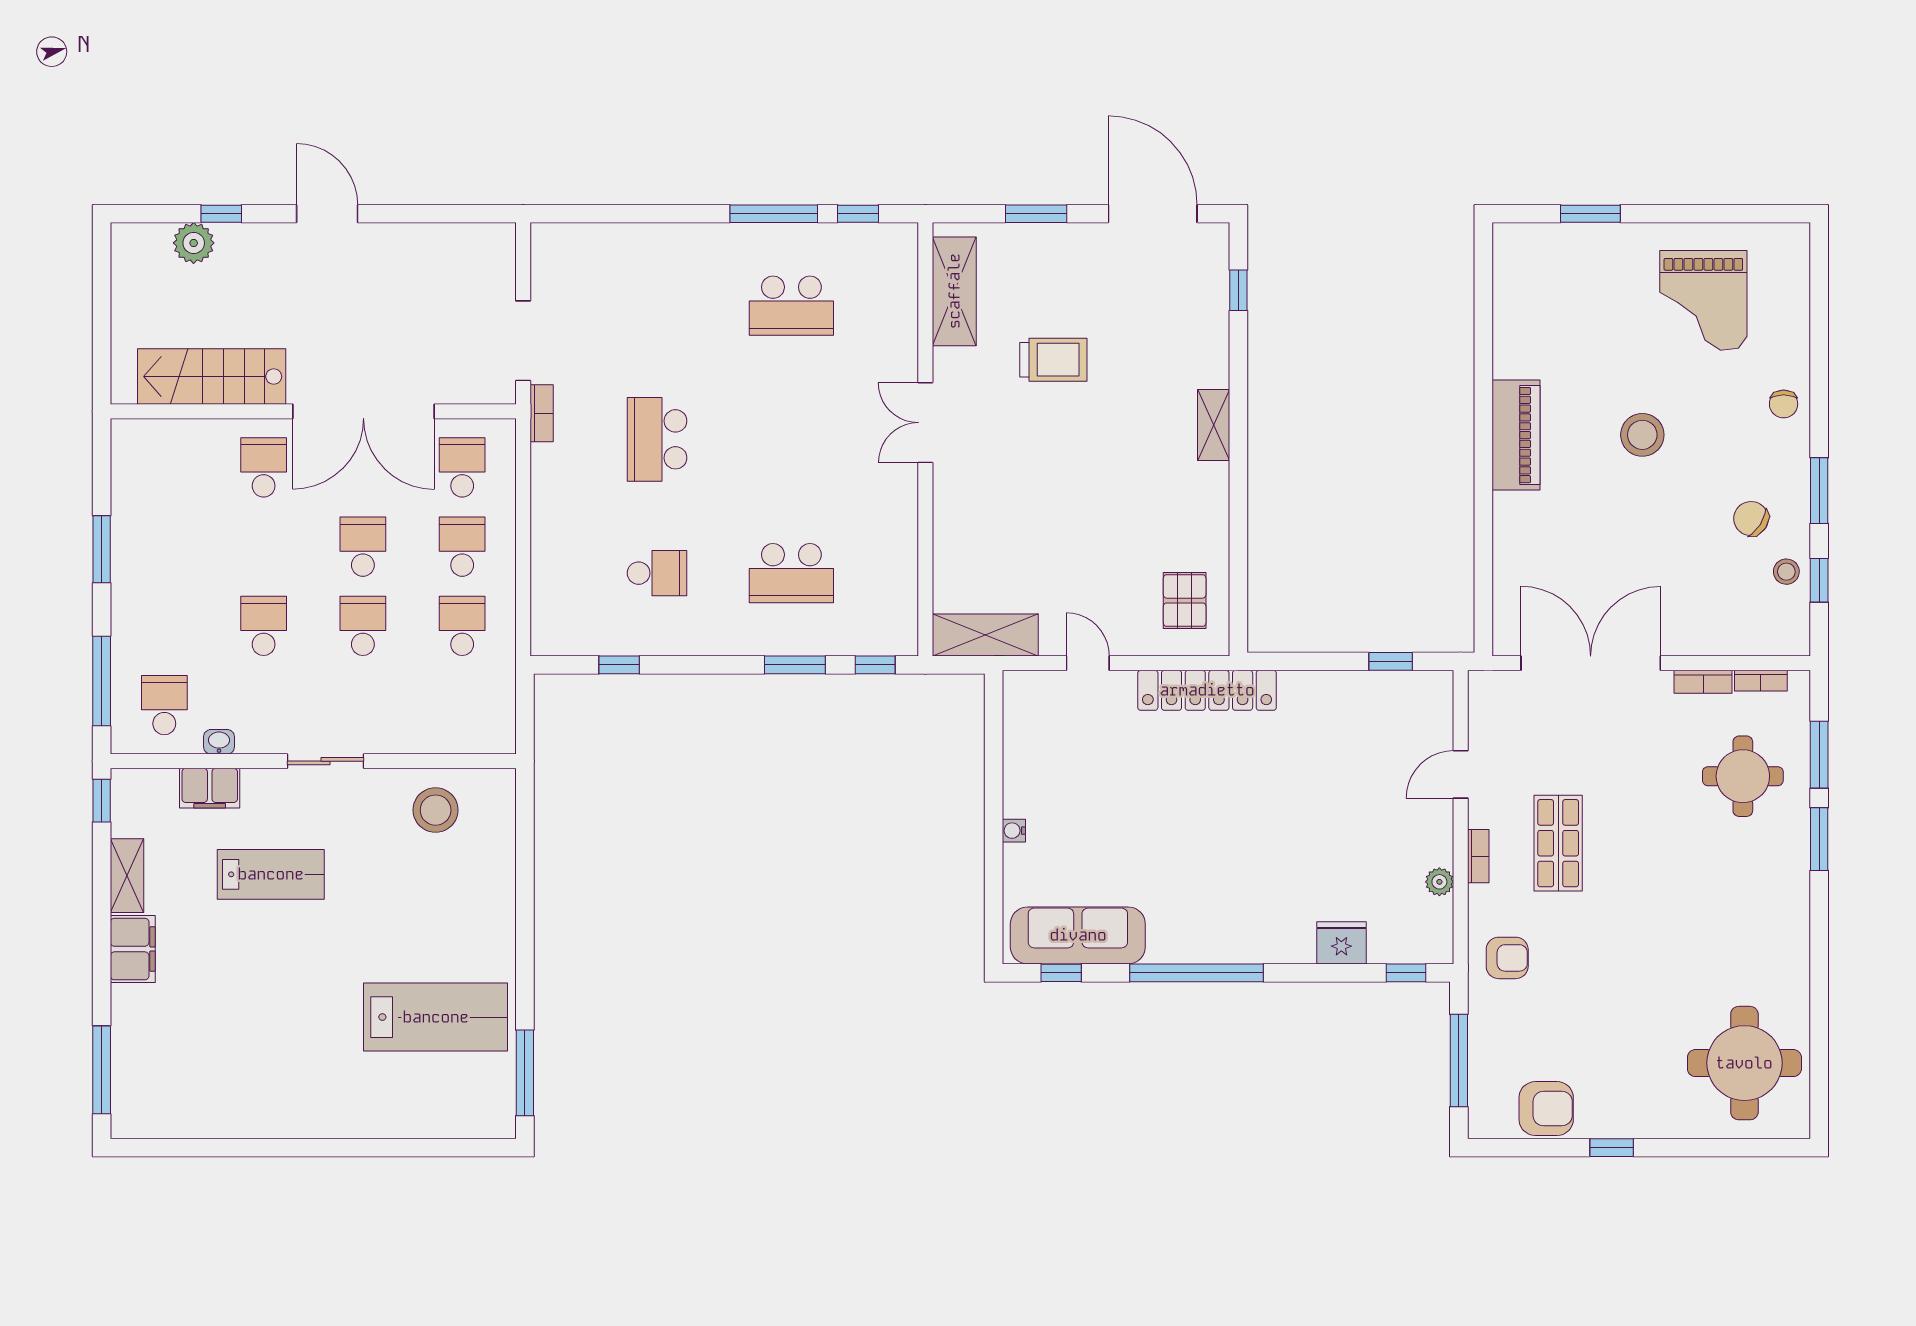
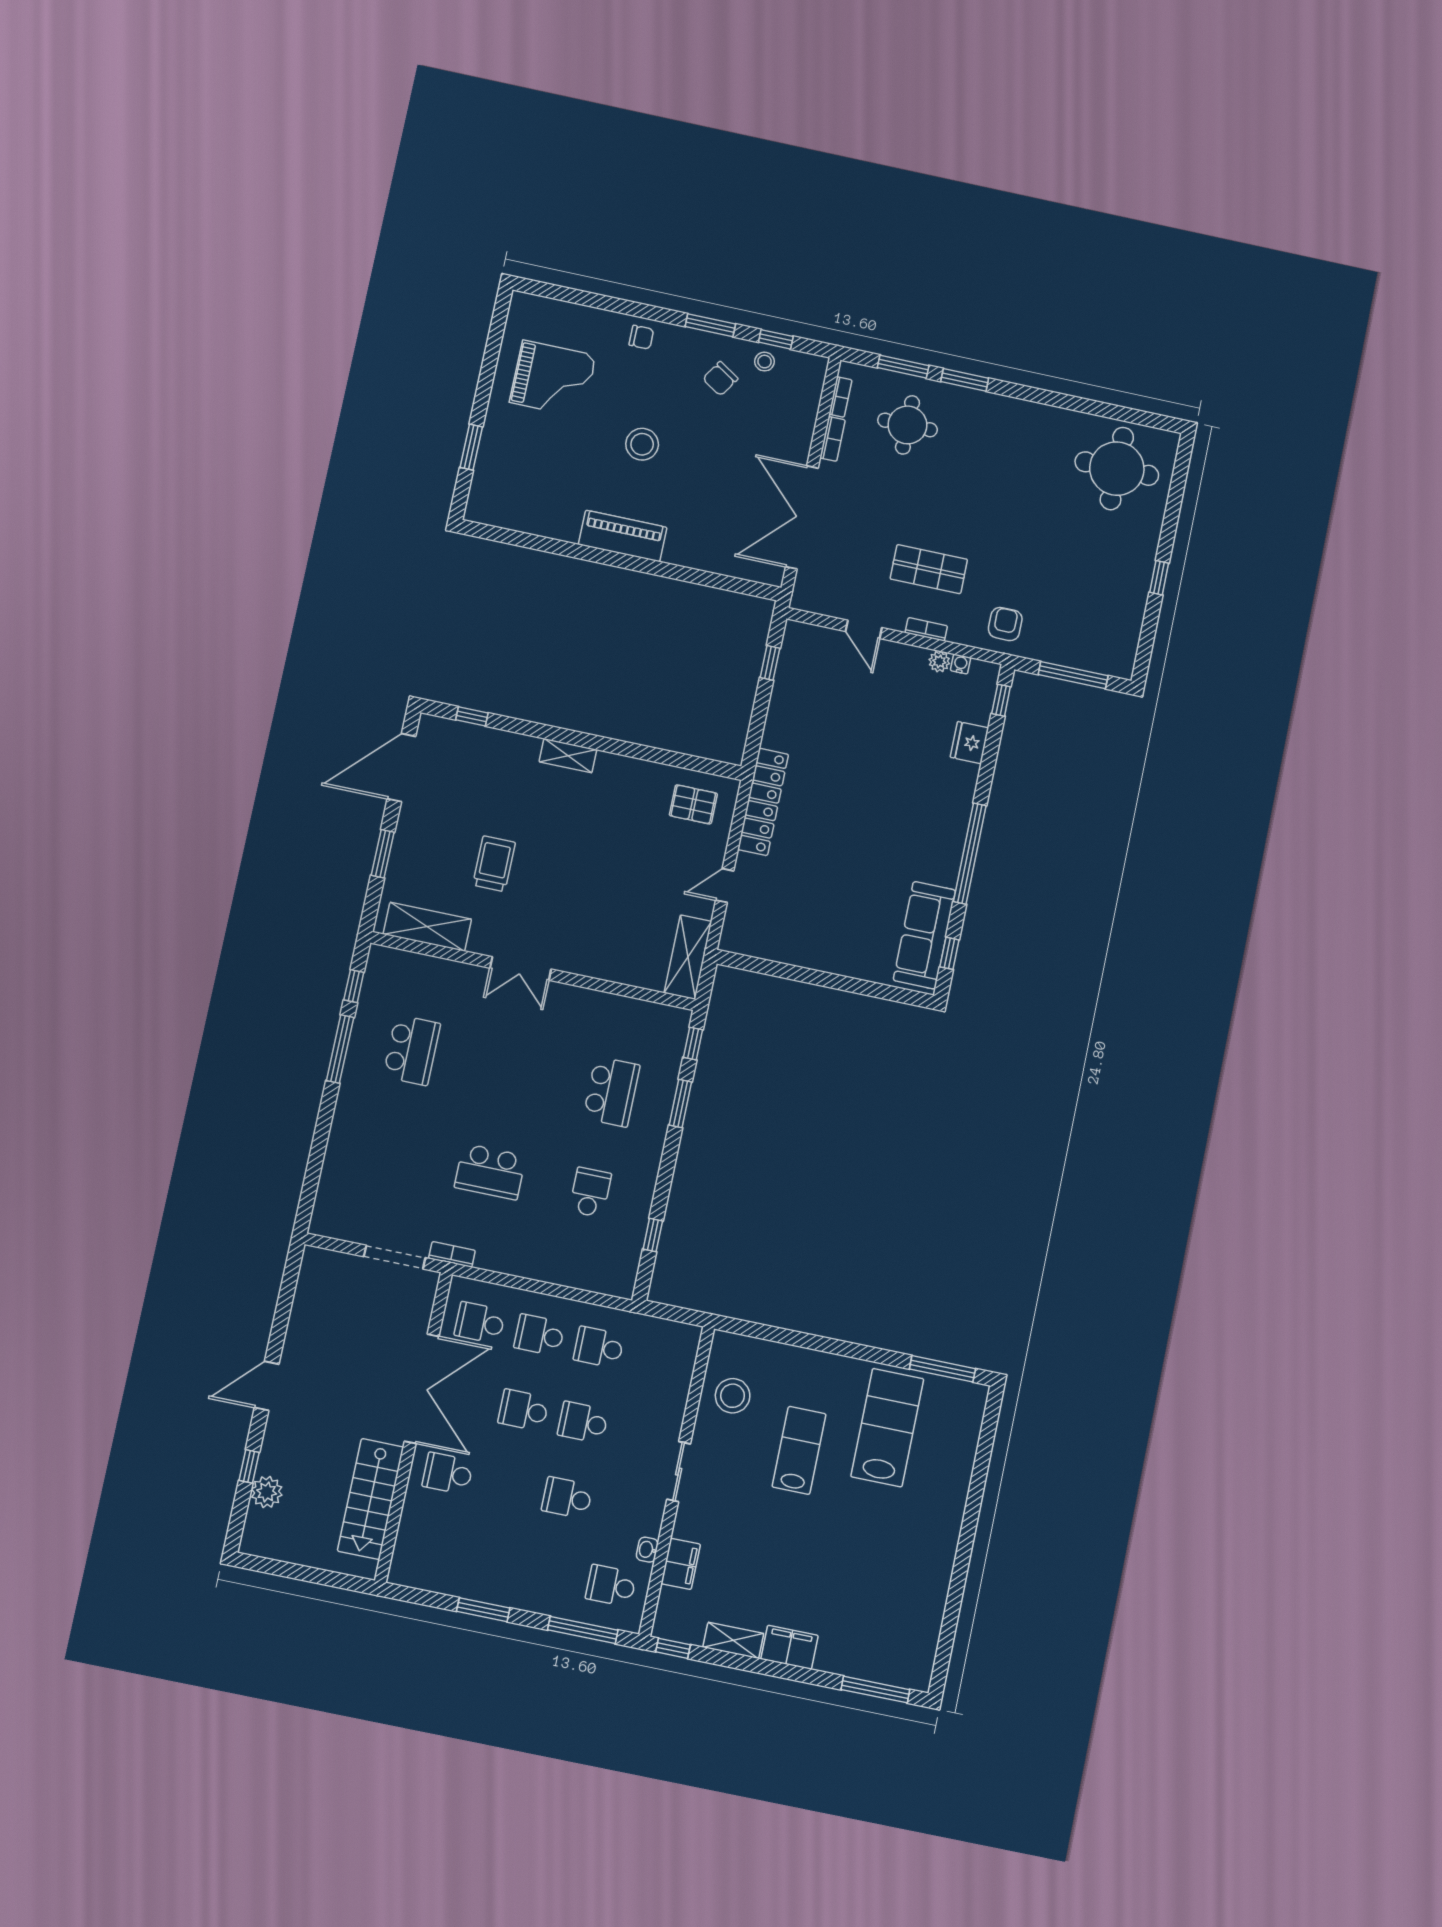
water cooler: (1014, 831) -> (961, 664), moved, turned 180
lab bench: (271, 874) -> (799, 1450), moved
armchair: (1546, 1109) -> (1121, 619), removed

